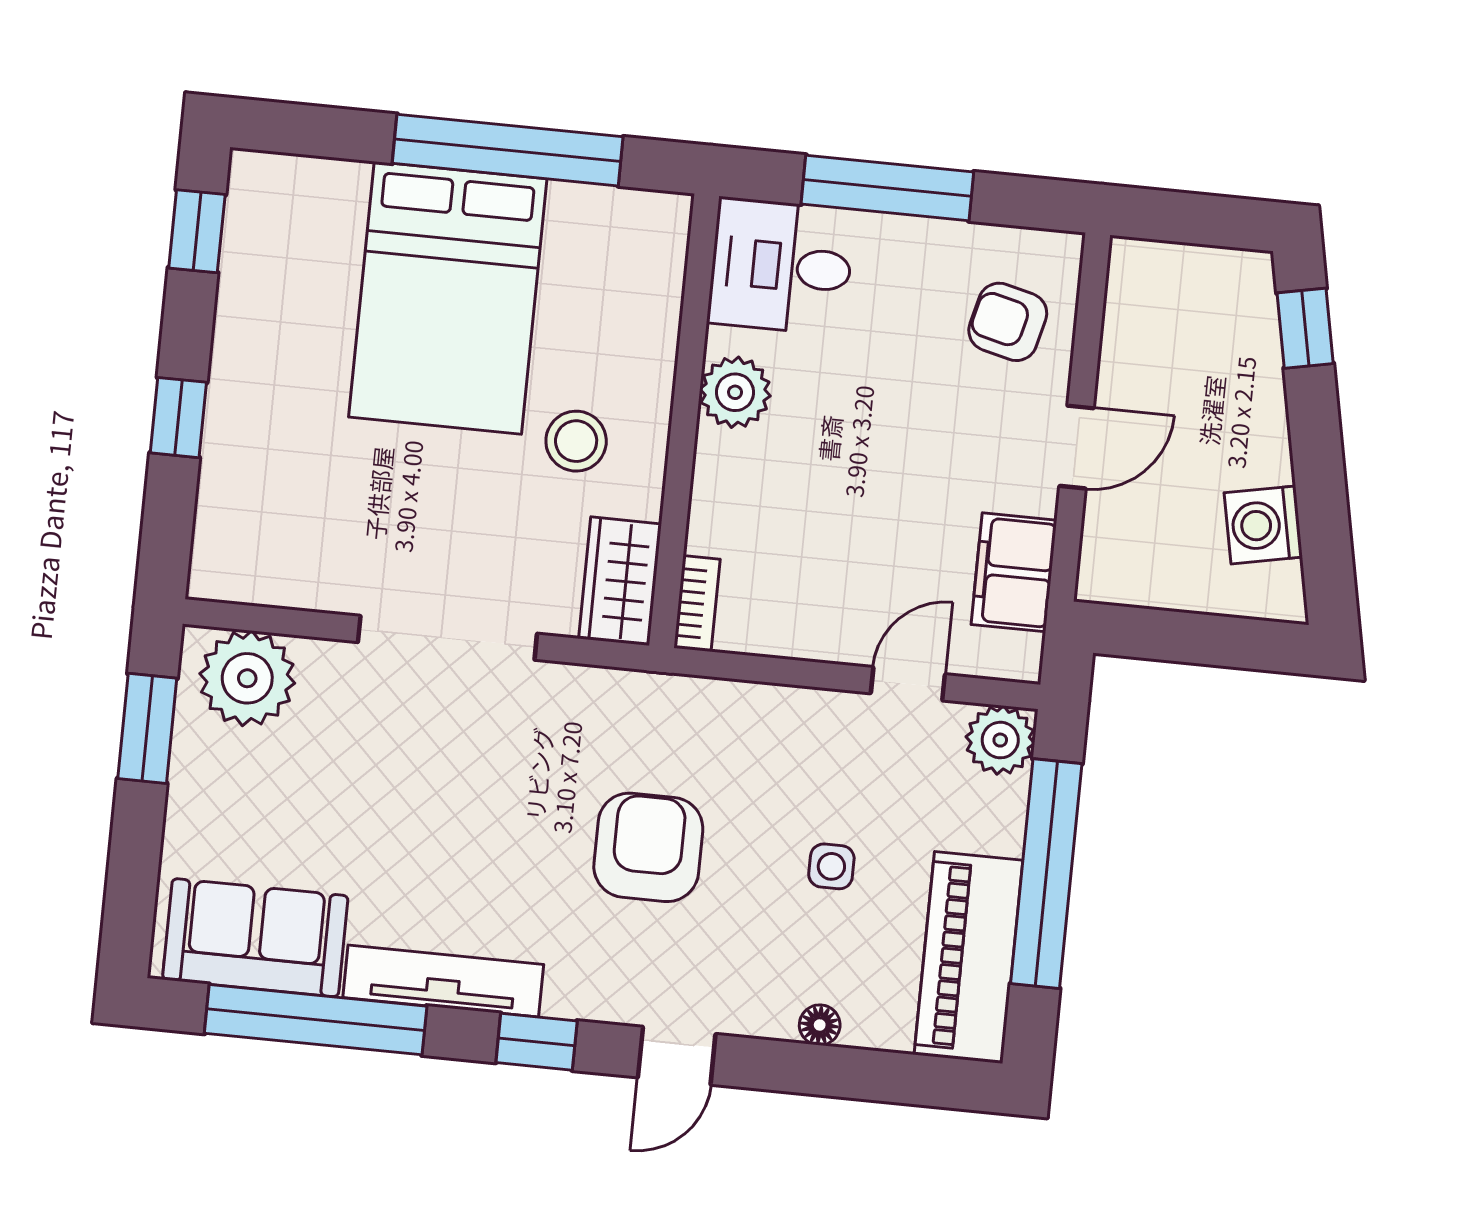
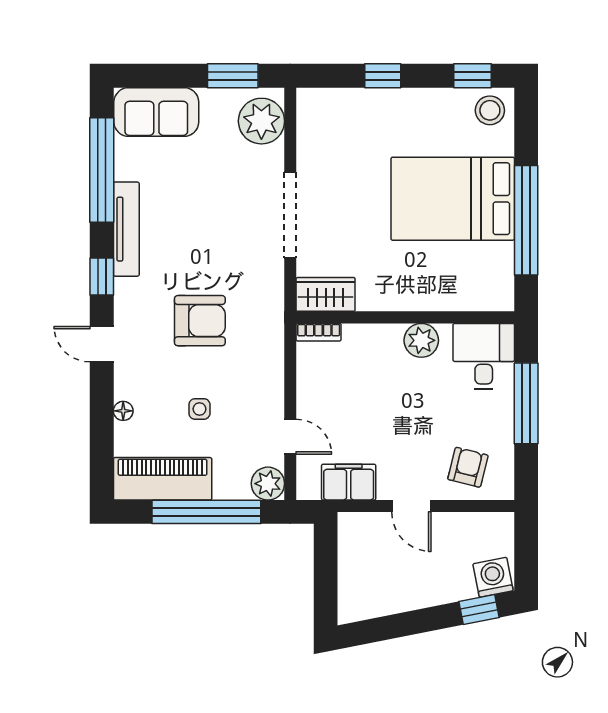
stool: (576, 441) -> (490, 110), moved
washing machine: (1263, 525) -> (493, 577), moved
sofa: (255, 938) -> (156, 112), moved, turned 90

